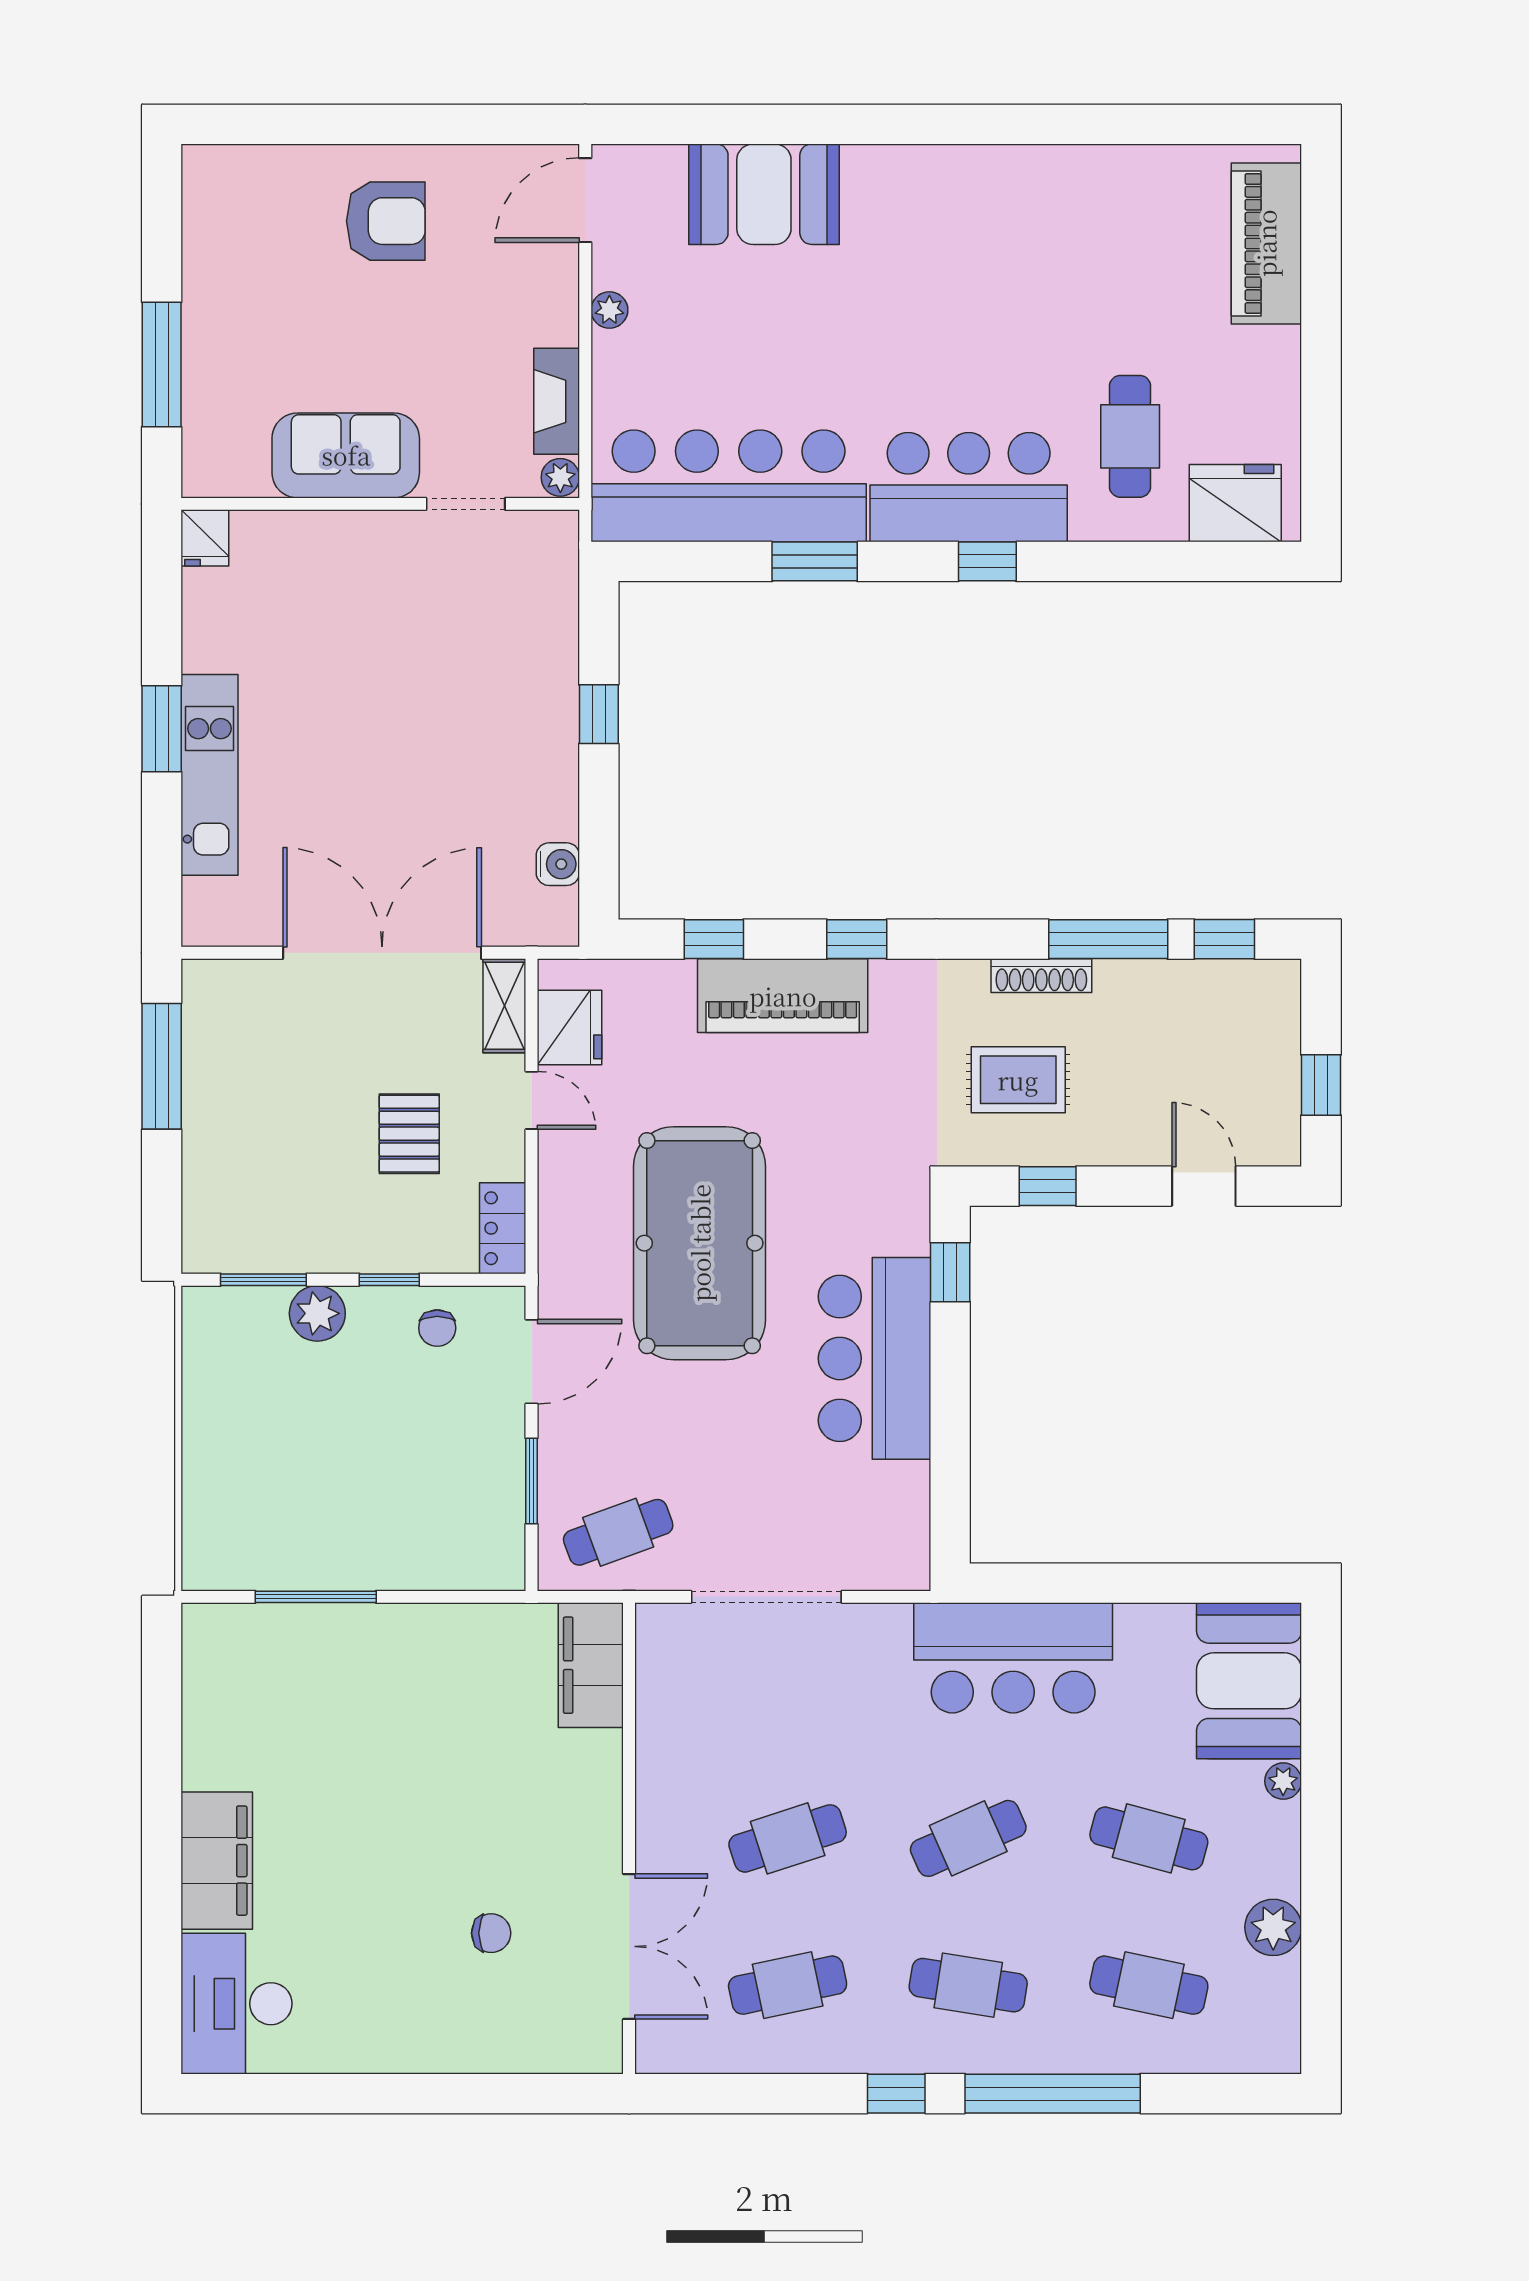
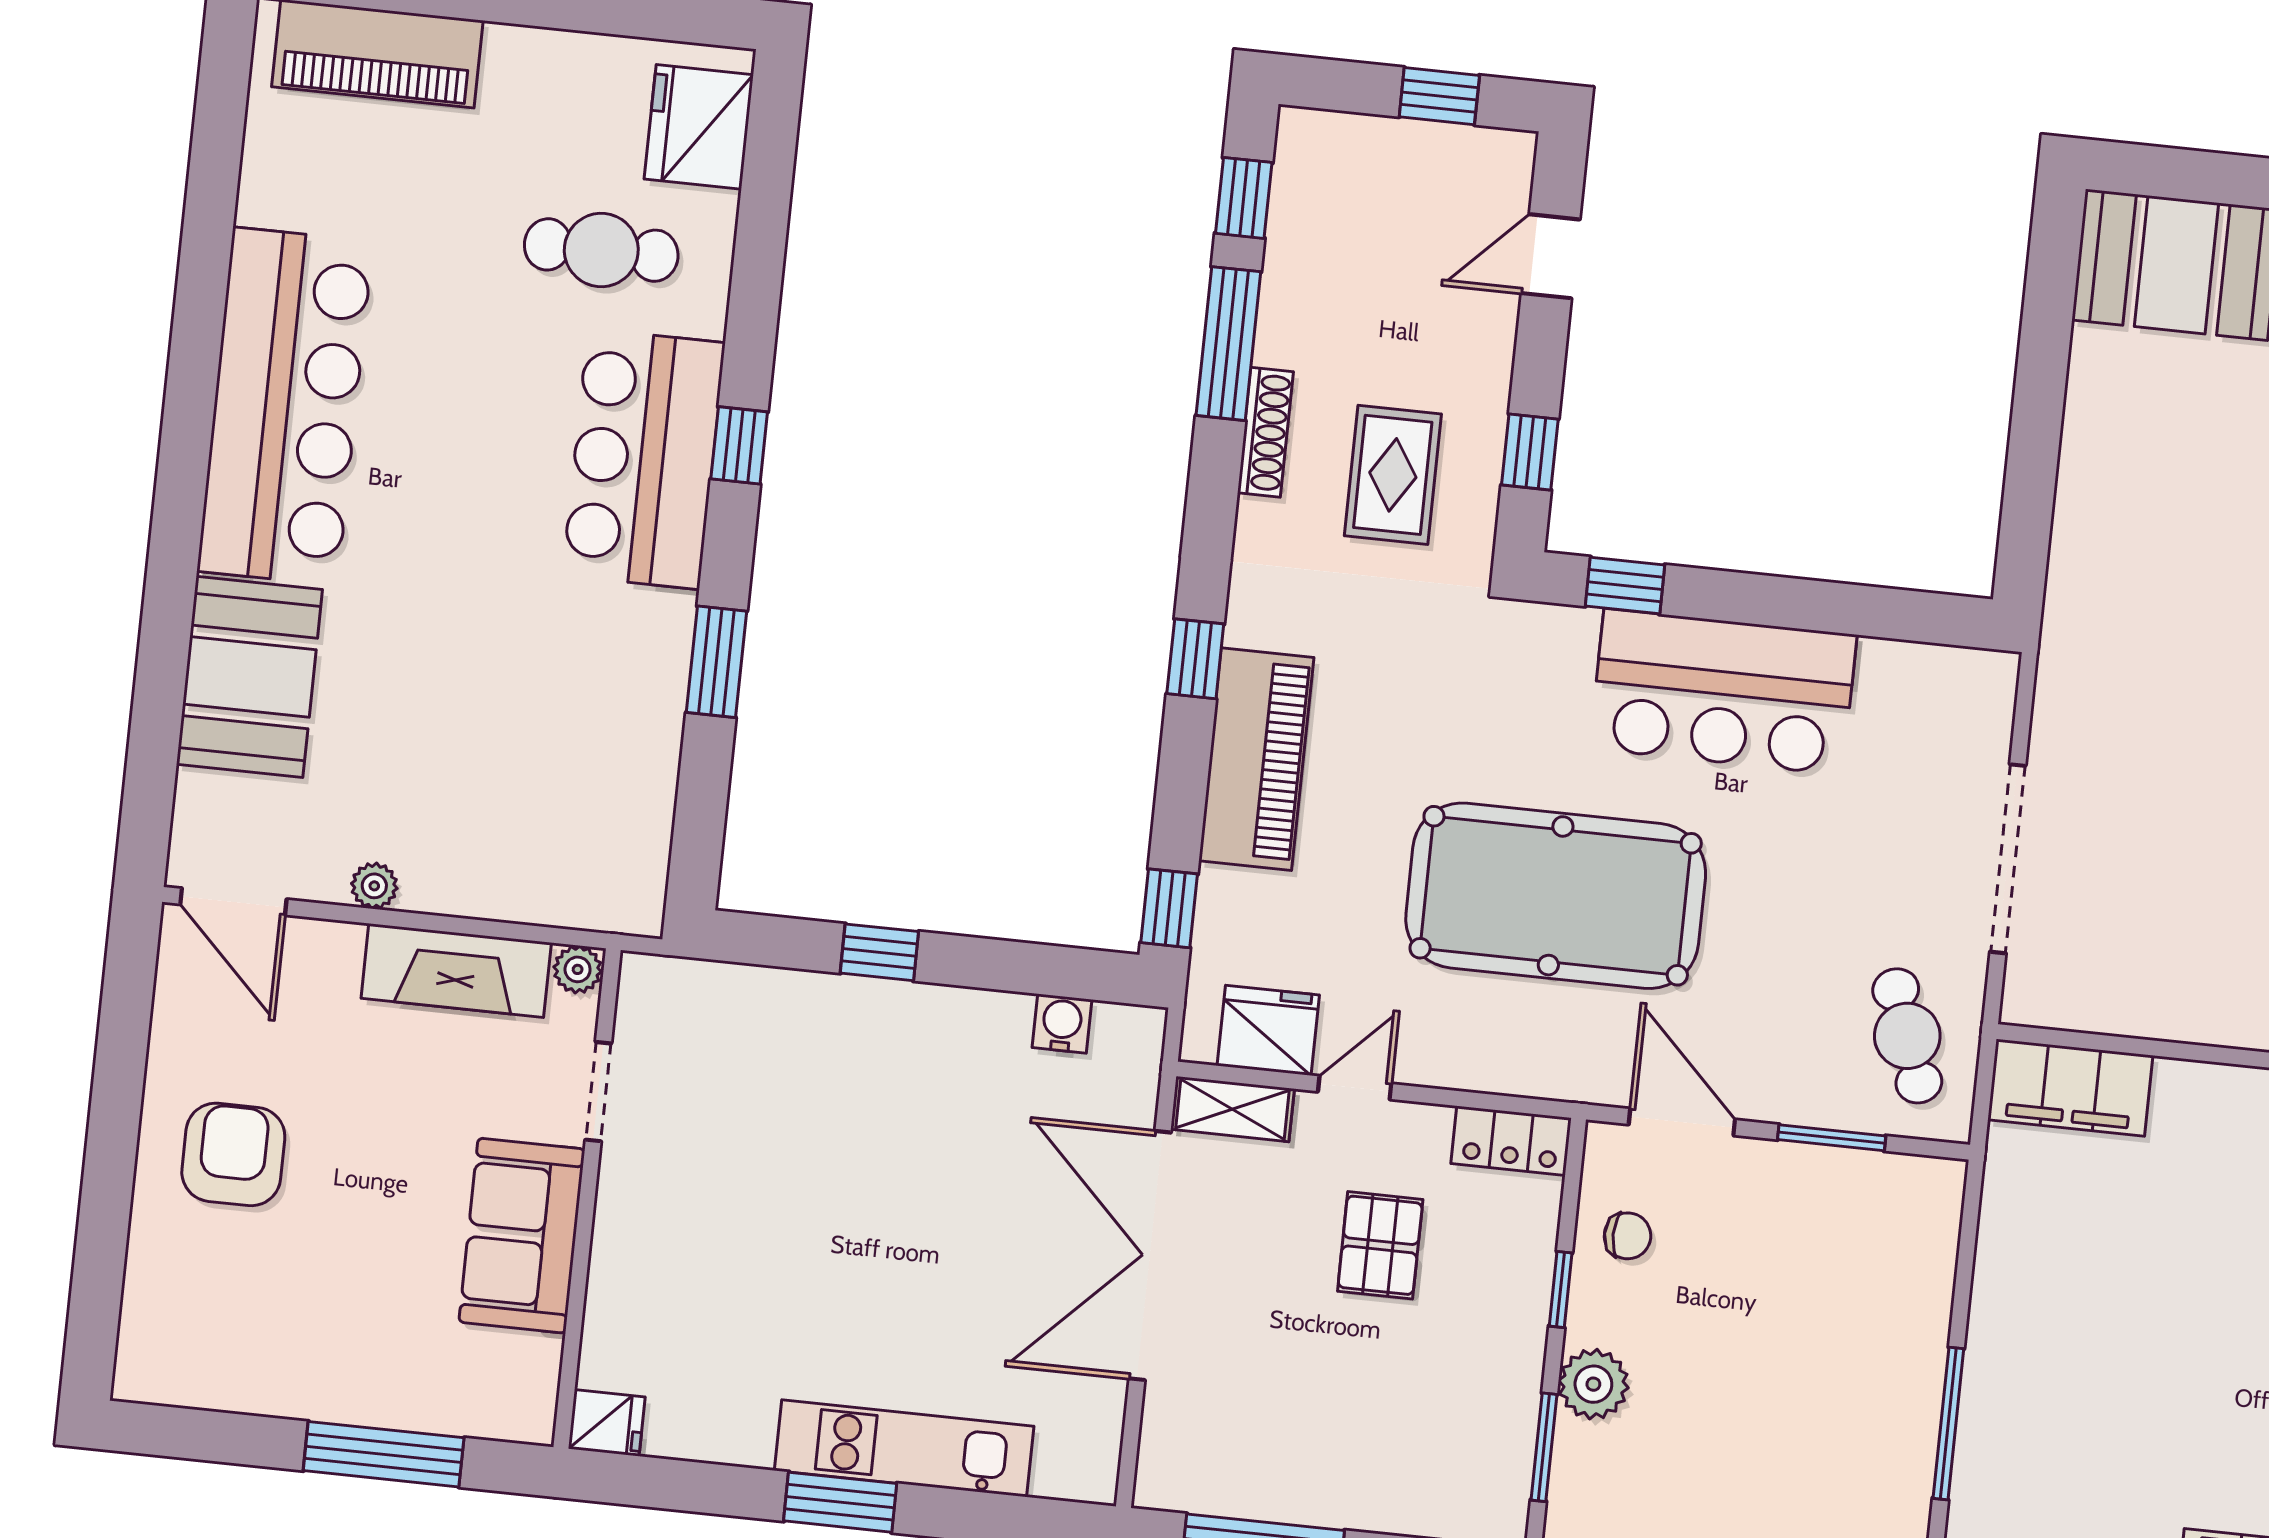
fireplace: (557, 401) -> (456, 971), width x1.37, depth x1.32
bar counter: (729, 486) -> (285, 406), moved, turned 180
window: (714, 939) -> (1169, 908), moved
pallet: (409, 1134) -> (1380, 1245), turned 90
bar counter: (1013, 1658) -> (2117, 557), removed

